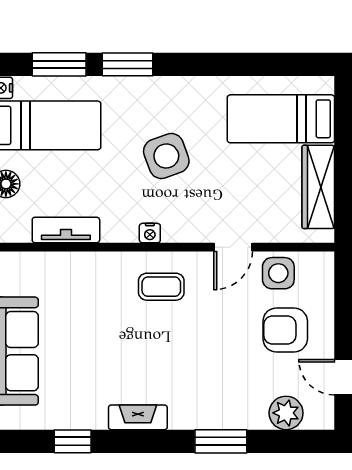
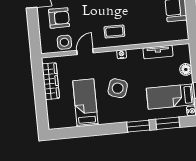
bed: (281, 119) -> (85, 103), moved, turned -90
side table: (166, 156) -> (118, 88), turned 38

